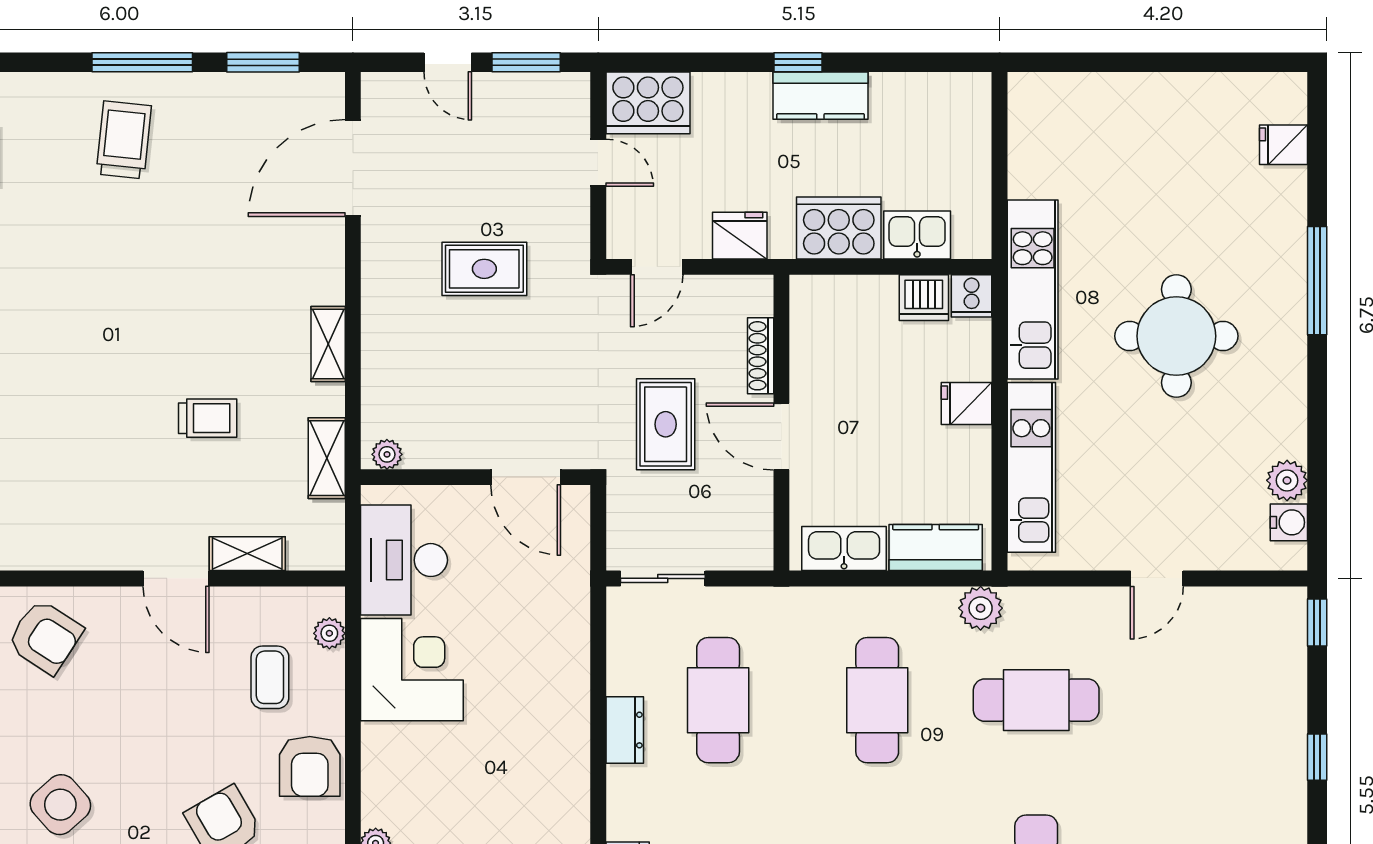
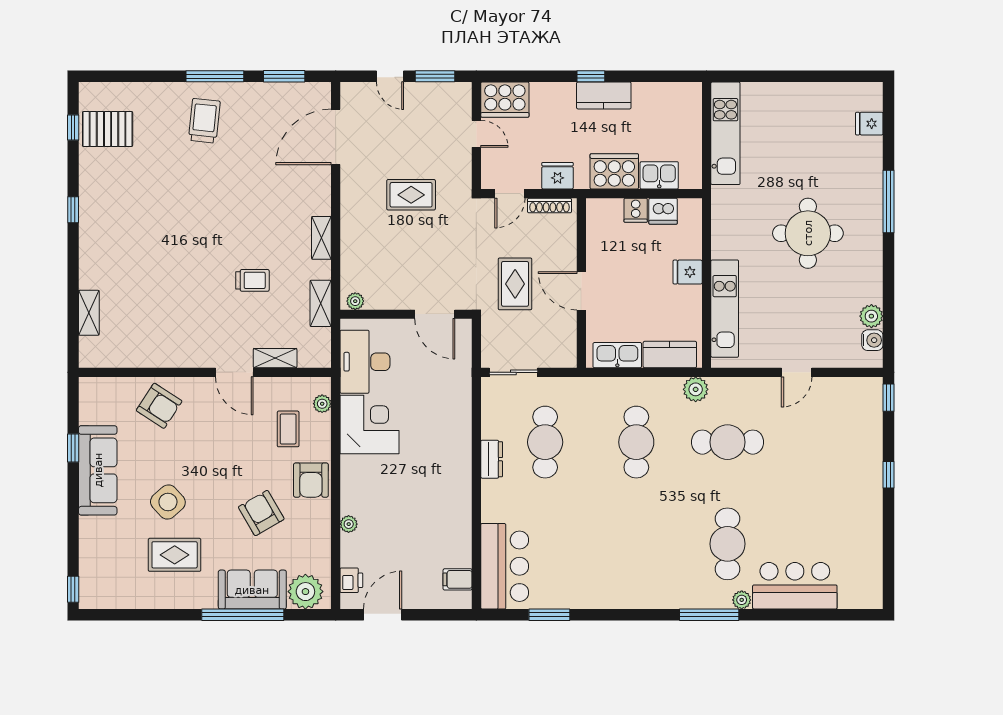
kitchen unit: (1033, 289) -> (725, 133), moved
cooker: (972, 296) -> (636, 210), moved
shoe rack: (761, 356) -> (549, 205), moved, turned -90

